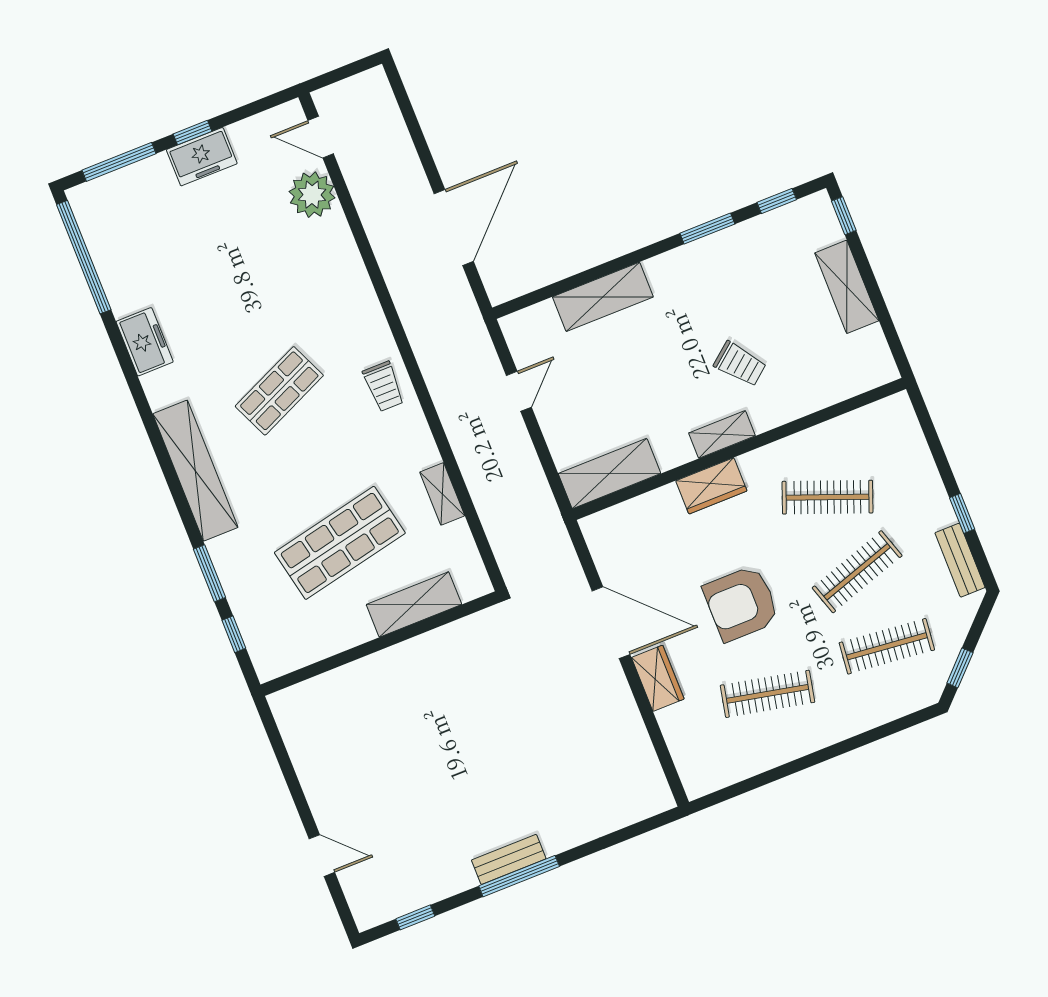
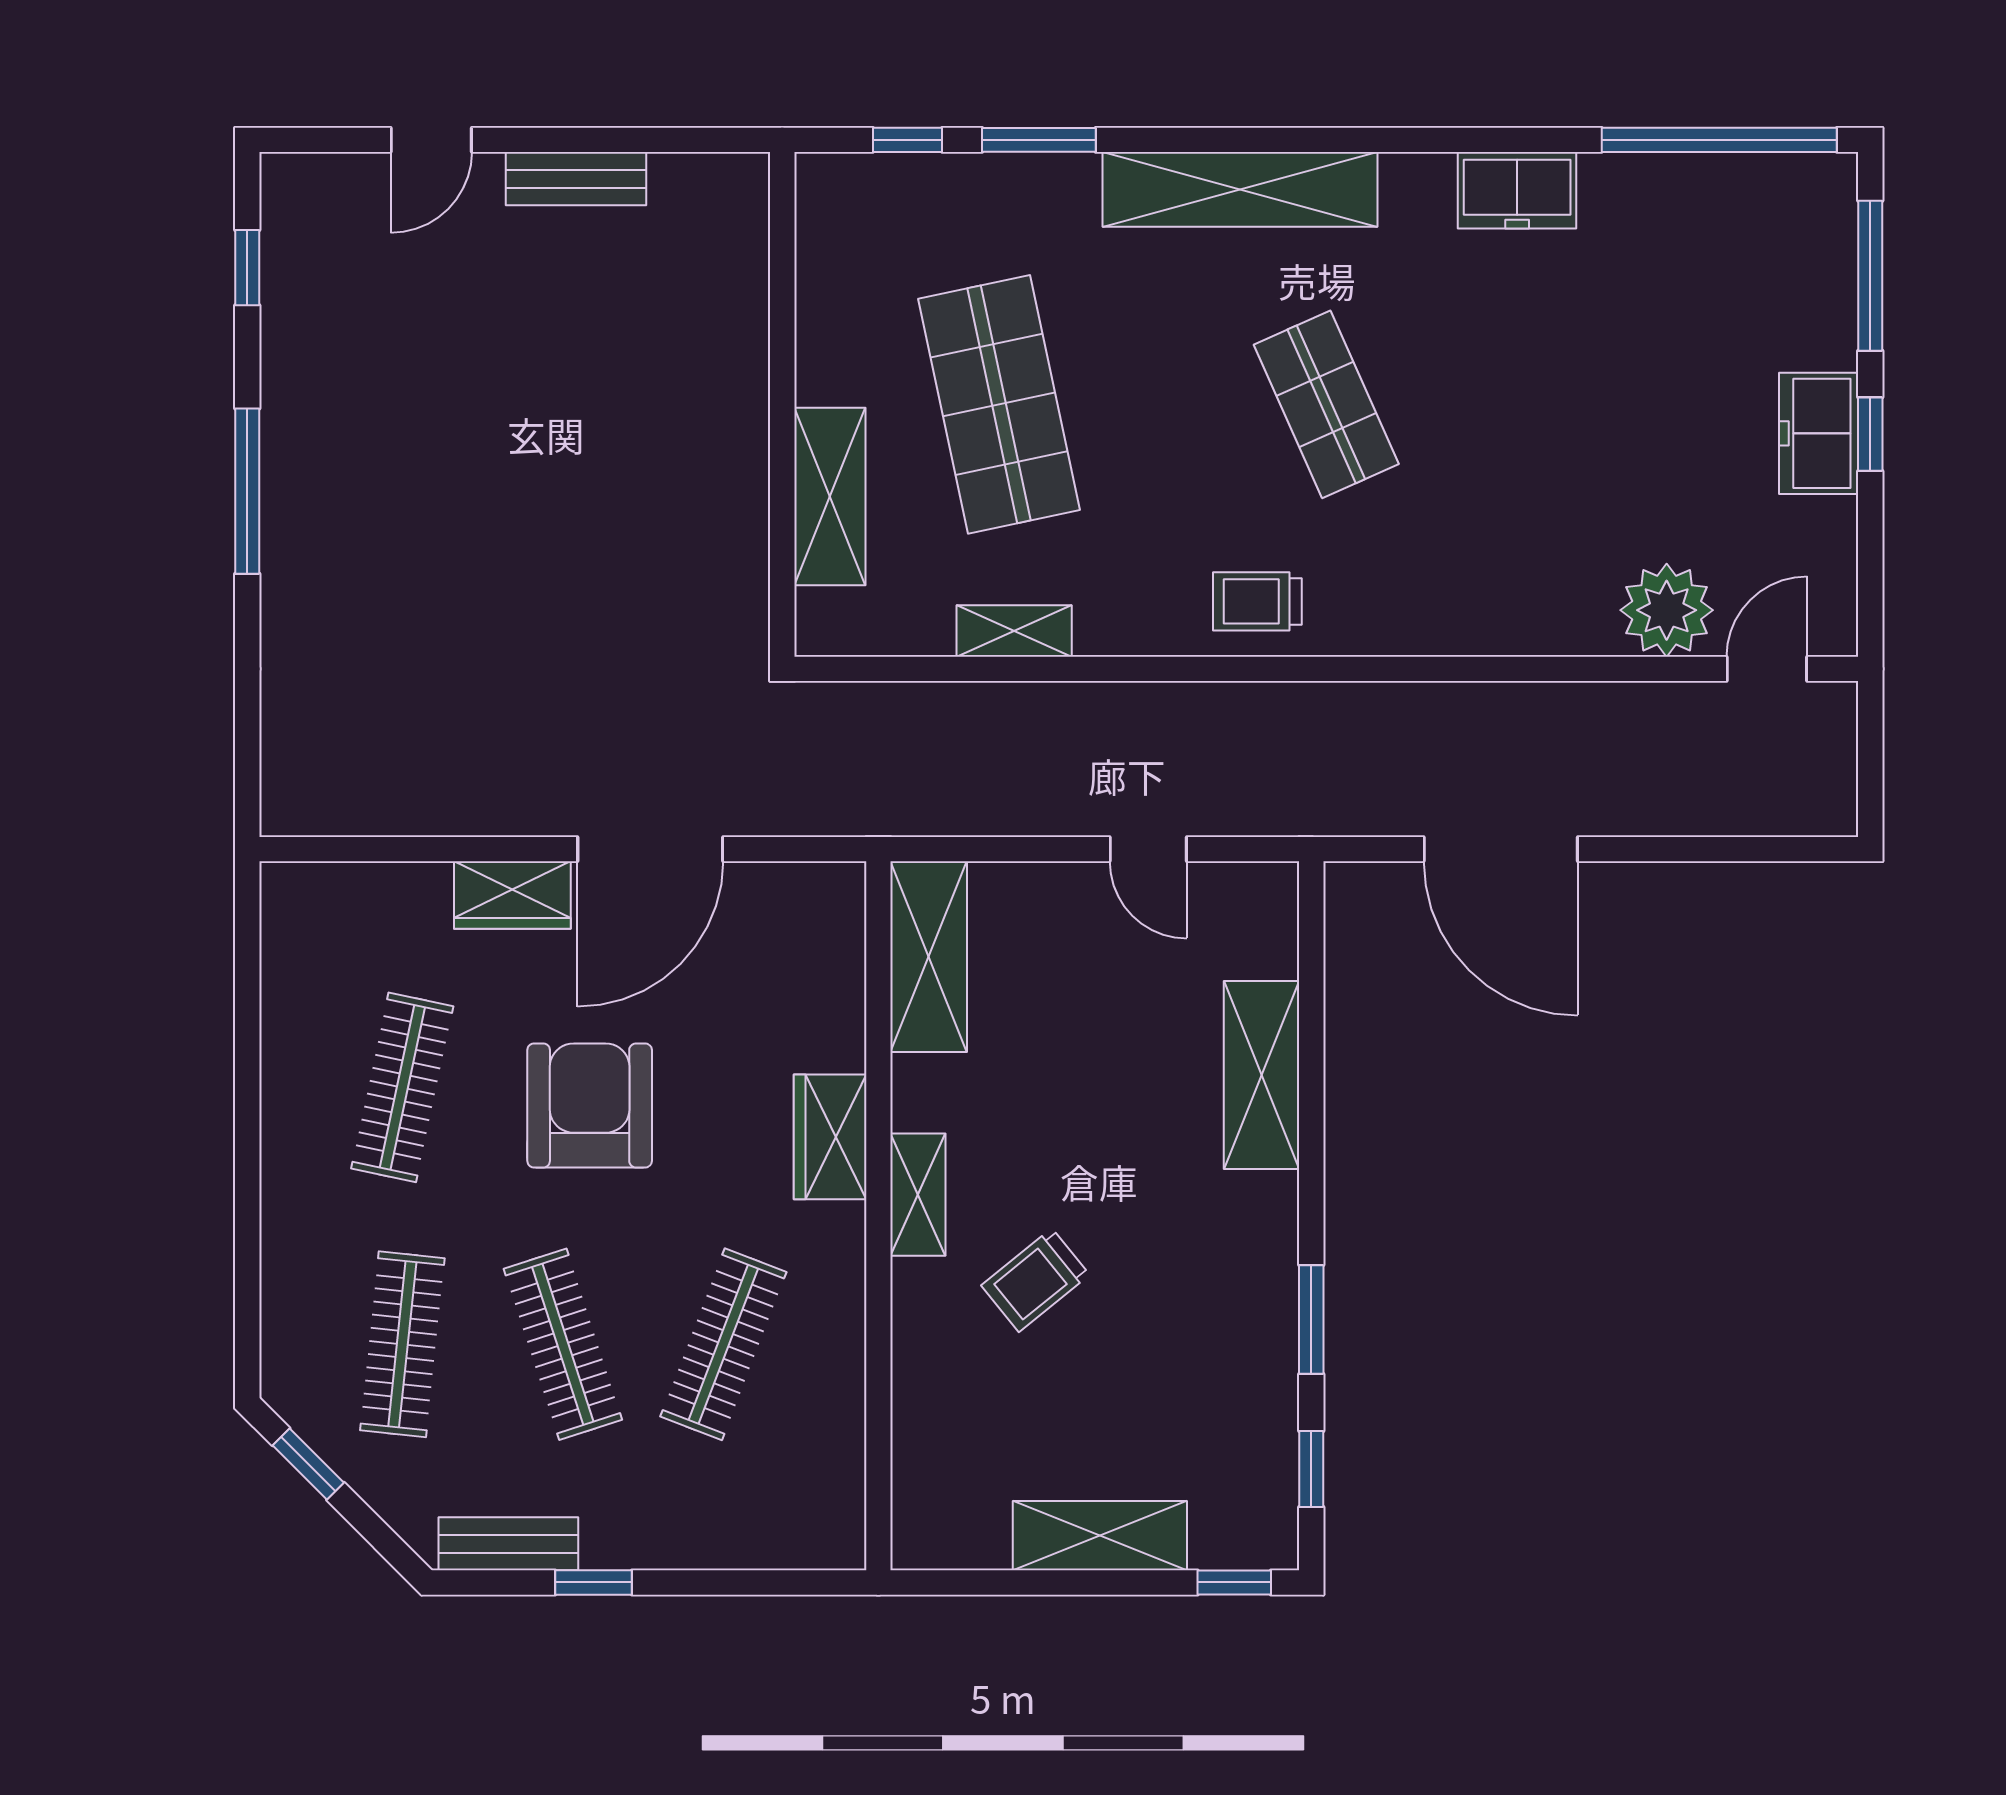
bench: (509, 859) -> (576, 179), moved, turned 90

